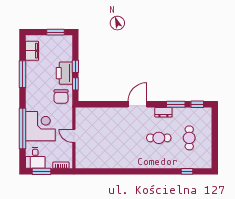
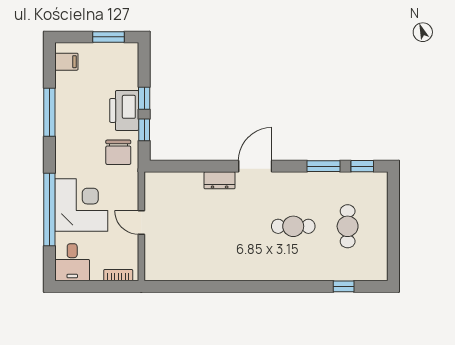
filing cabinet: (32, 51) -> (66, 62), width x0.50
dresser: (163, 112) -> (220, 180), moved
window: (42, 171) -> (83, 286), removed

